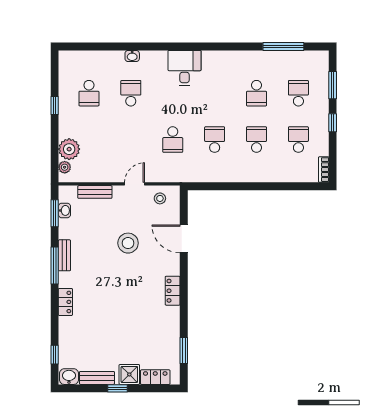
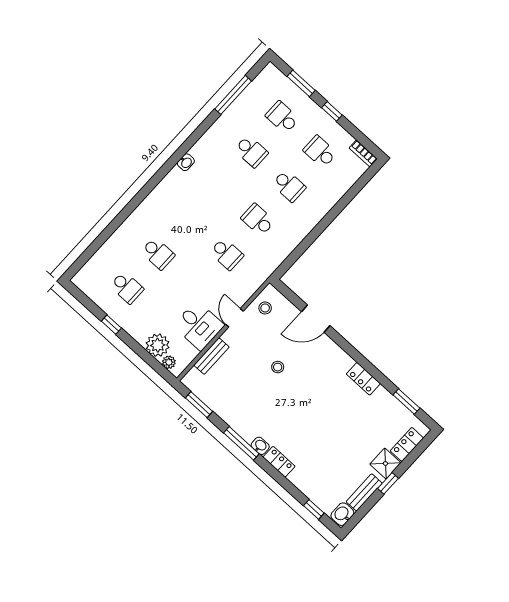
washbasin: (132, 56) -> (186, 162), moved
desk: (185, 68) -> (199, 326), moved, turned 180
school desk: (131, 93) -> (158, 254), turned 180
school desk: (257, 140) -> (289, 186), turned 180
washbasin: (64, 210) -> (260, 446), moved
stool: (128, 243) -> (278, 367), width x0.53, depth x0.53
bench: (64, 255) -> (240, 428), removed
locker: (173, 291) -> (363, 379), moved

